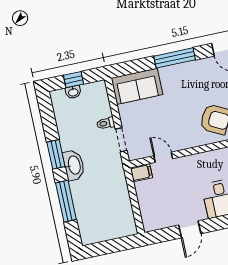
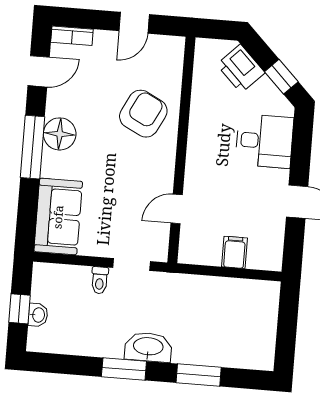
floor lamp: (188, 72) -> (60, 134), added
filing cabinet: (141, 173) -> (235, 252), moved
window: (66, 201) -> (199, 375), width x0.69

